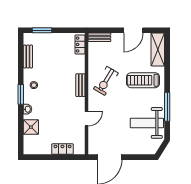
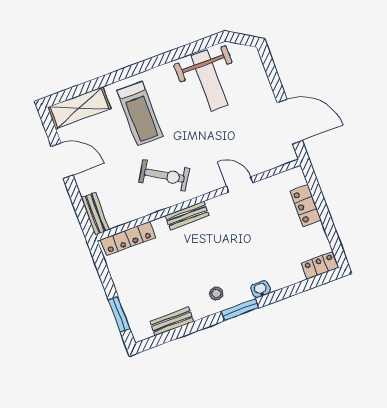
locker: (80, 44) -> (128, 238), width x1.53
window: (167, 107) -> (169, 57), removed
shower: (31, 127) -> (288, 272), removed
locker: (28, 145) -> (320, 265), added

